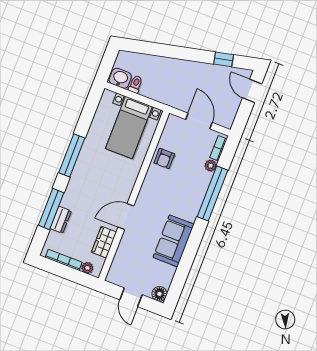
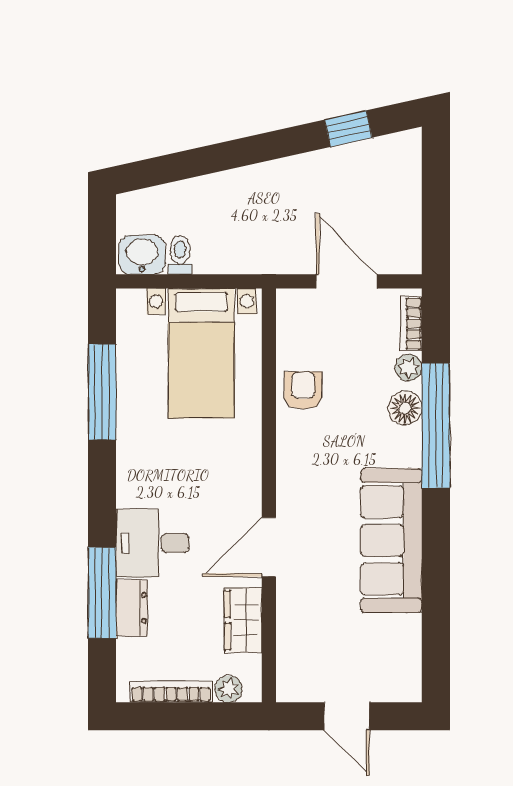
door: (252, 91) -> (436, 173), removed
window: (72, 155) -> (102, 392), moved
armchair: (164, 158) -> (303, 390), turned 180
desk: (79, 197) -> (153, 543), added
sofa: (174, 241) -> (391, 540), width x1.36
floor lamp: (159, 294) -> (405, 408), moved

